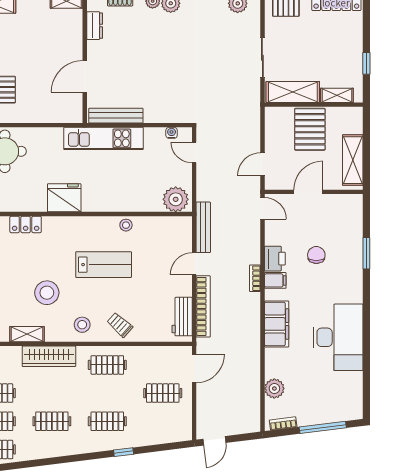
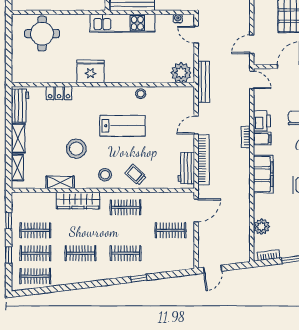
bench: (203, 227) -> (204, 82), moved

